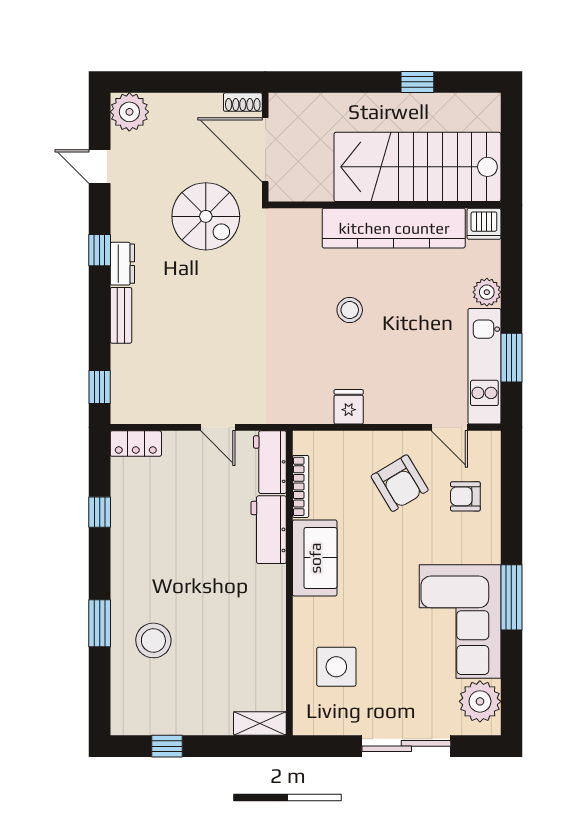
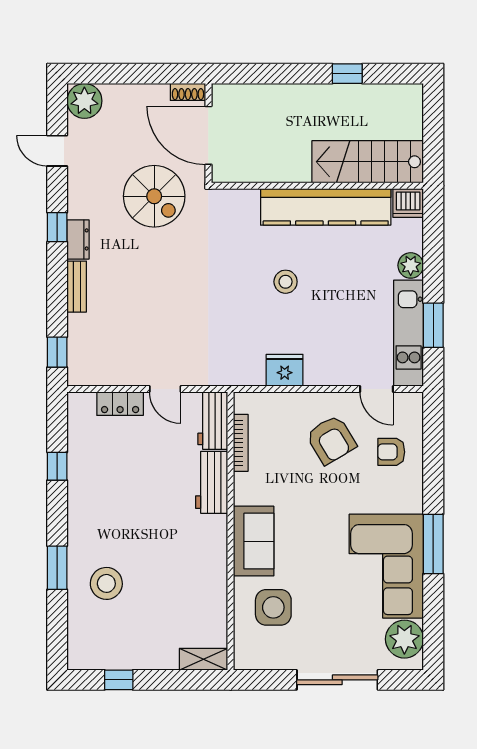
stairs: (417, 167) -> (368, 162), width x0.73, depth x0.66
fridge: (349, 407) -> (285, 370), width x1.38
locker: (136, 444) -> (120, 404), moved
sofa: (315, 558) -> (254, 541), moved

